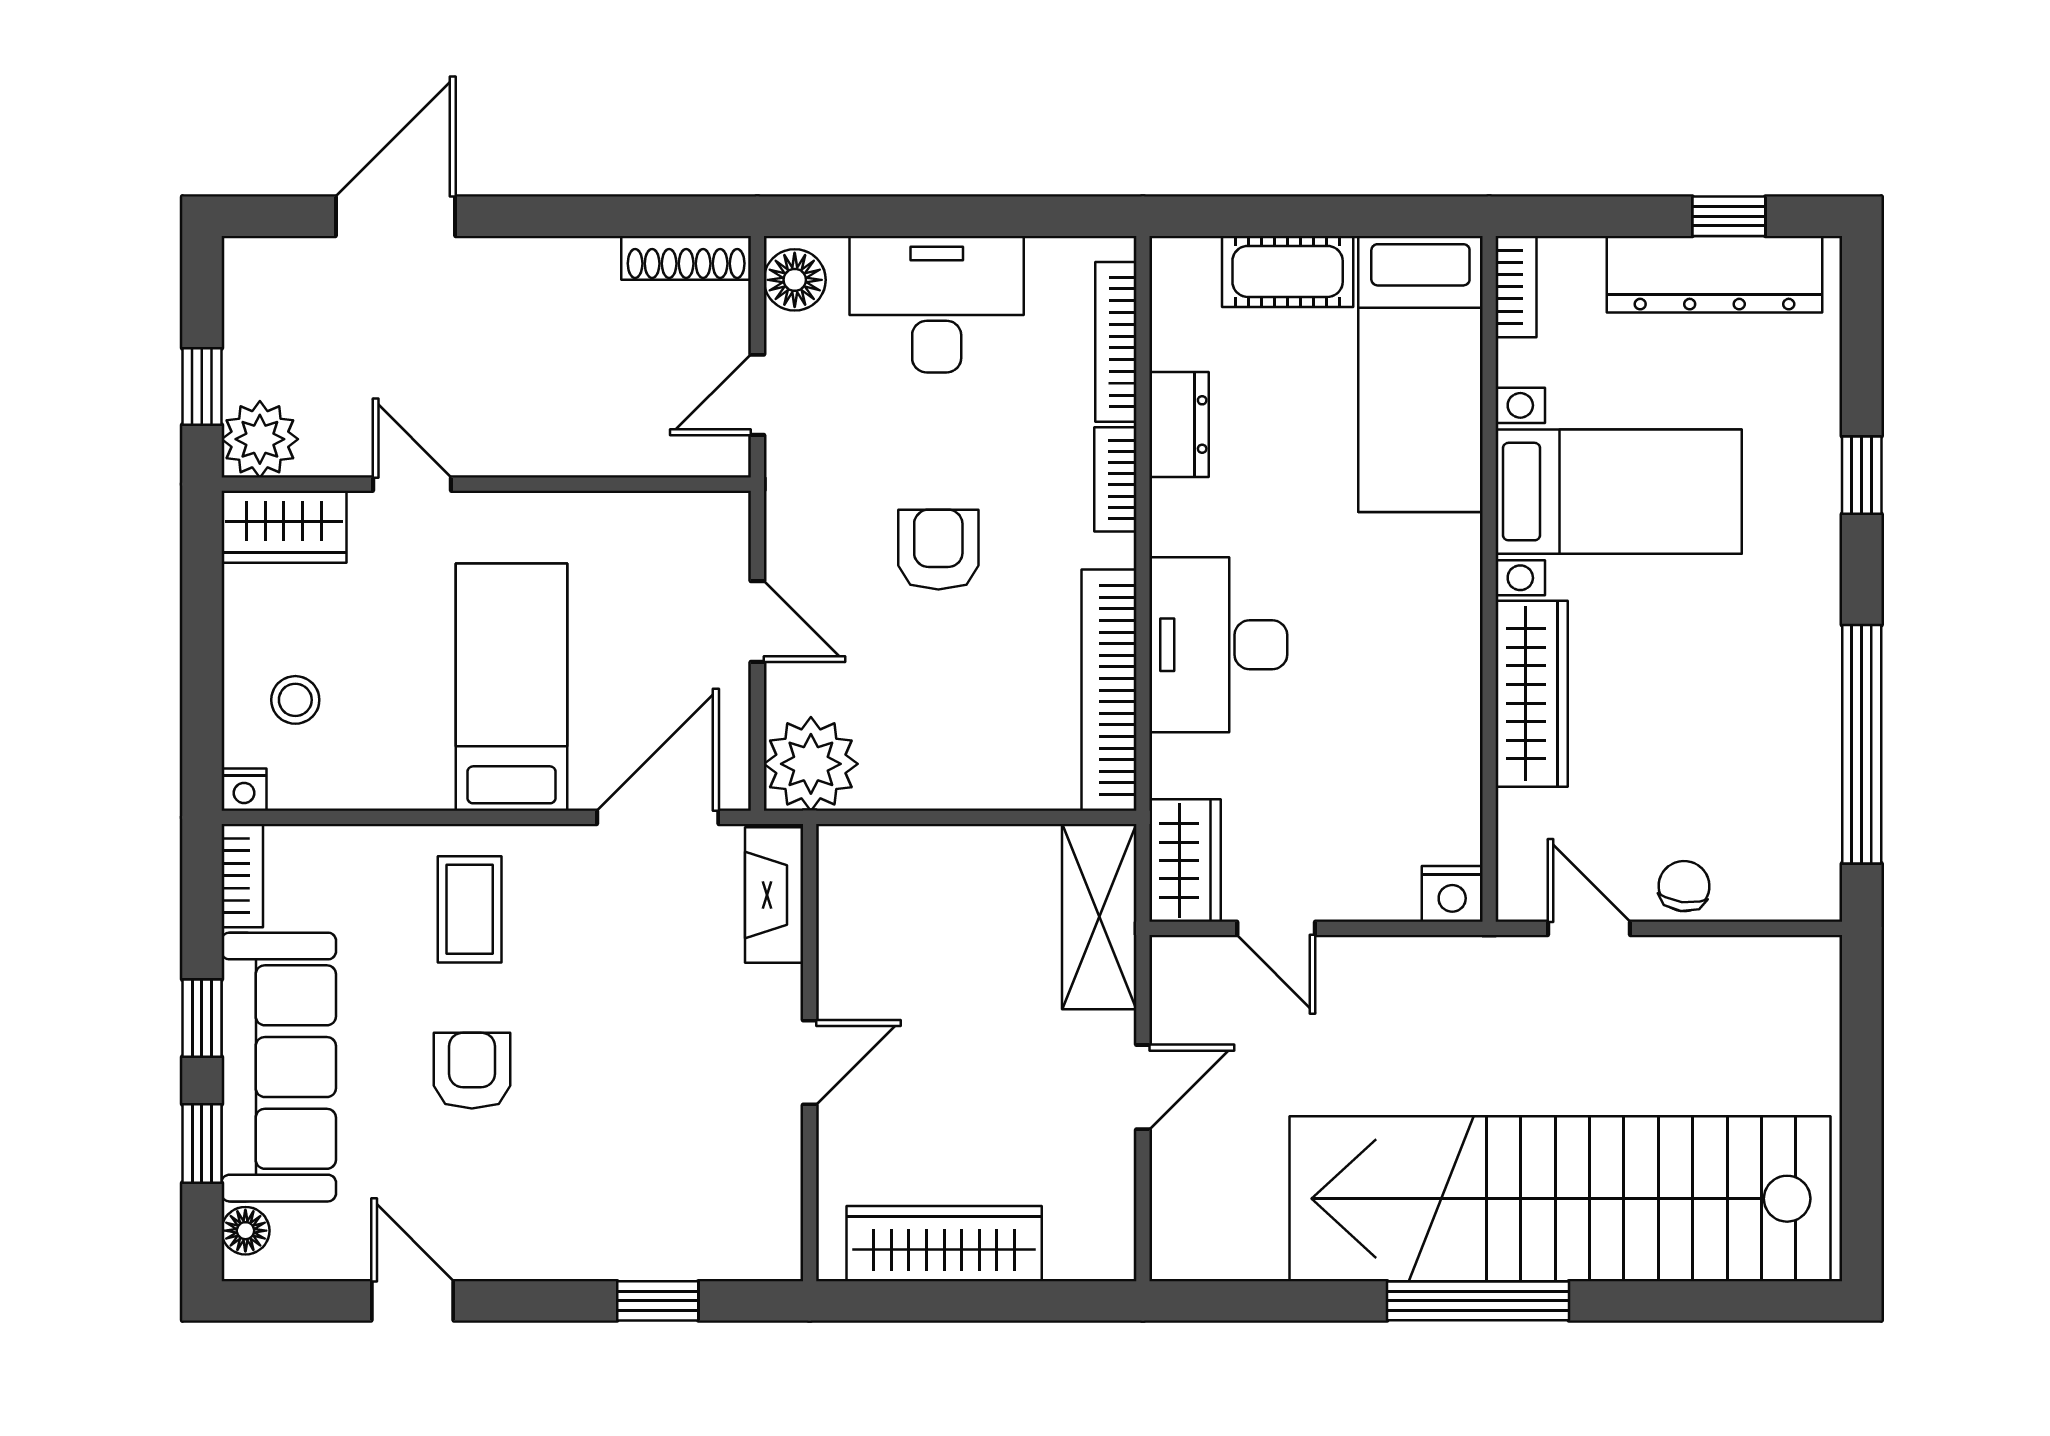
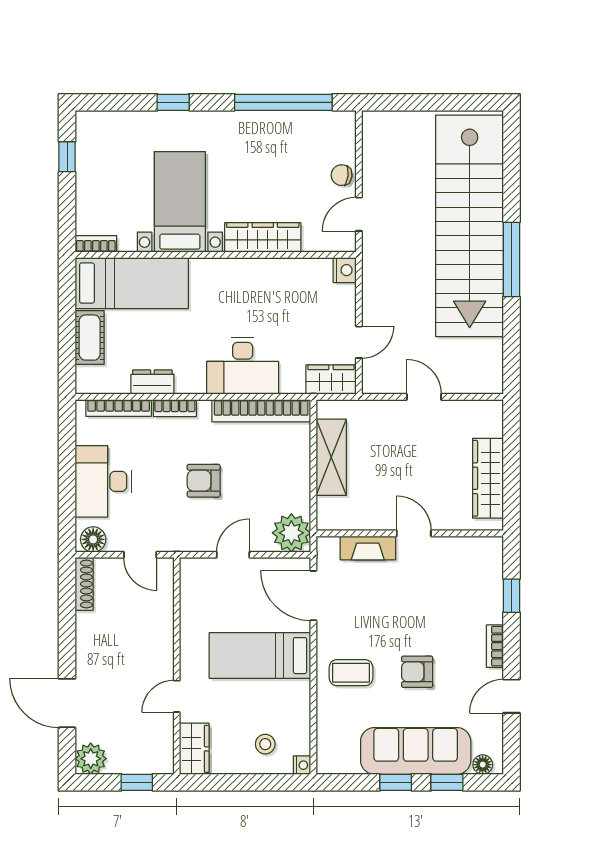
dresser: (1714, 274) -> (91, 163), removed
plant: (260, 439) -> (91, 759), moved
bookcase: (242, 876) -> (495, 646), moved, turned -90
fireplace: (774, 895) -> (368, 548), moved
shelving: (1099, 917) -> (331, 457), moved, turned 90

